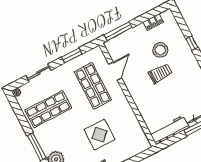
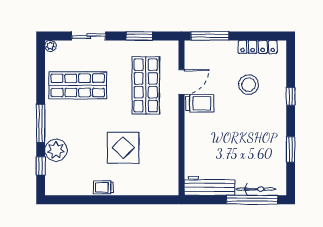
locker: (153, 22) -> (258, 47), width x1.53
trolley: (160, 73) -> (200, 103), moved

